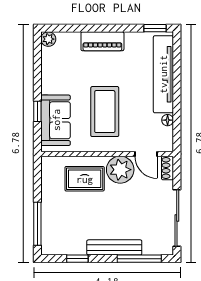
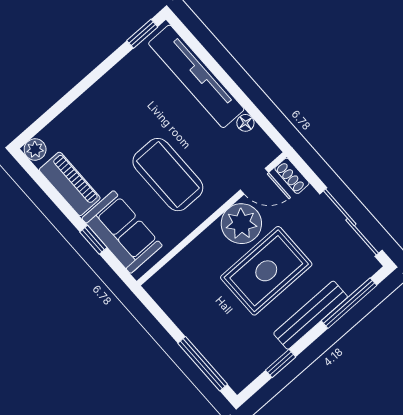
piano: (102, 41) -> (70, 184), moved, turned -90
rug: (85, 179) -> (266, 271), moved, width x1.36, depth x1.43

